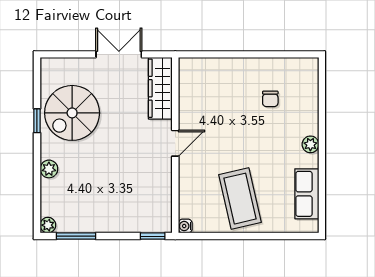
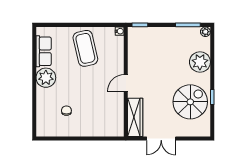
plant: (310, 144) -> (46, 78), width x1.88, depth x1.88
plant: (49, 169) -> (200, 62), width x1.87, depth x1.87

